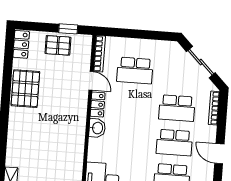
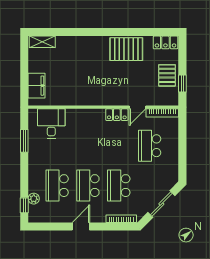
washbasin: (97, 128) -> (96, 116), removed

